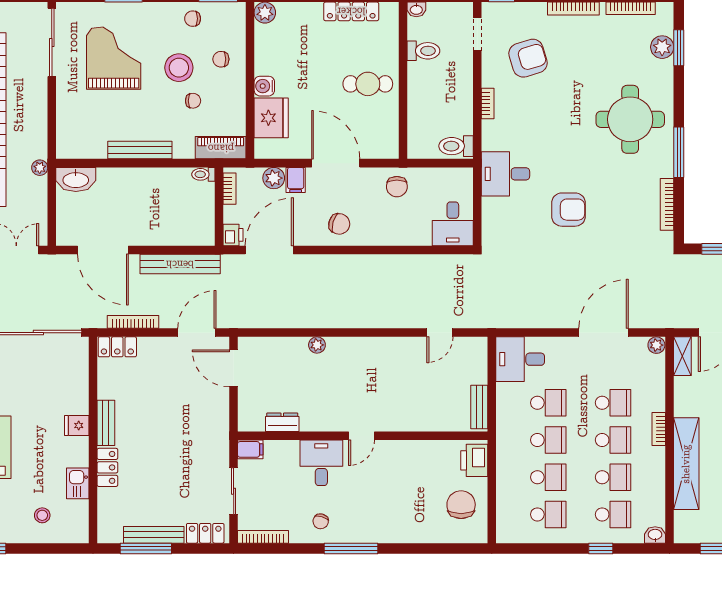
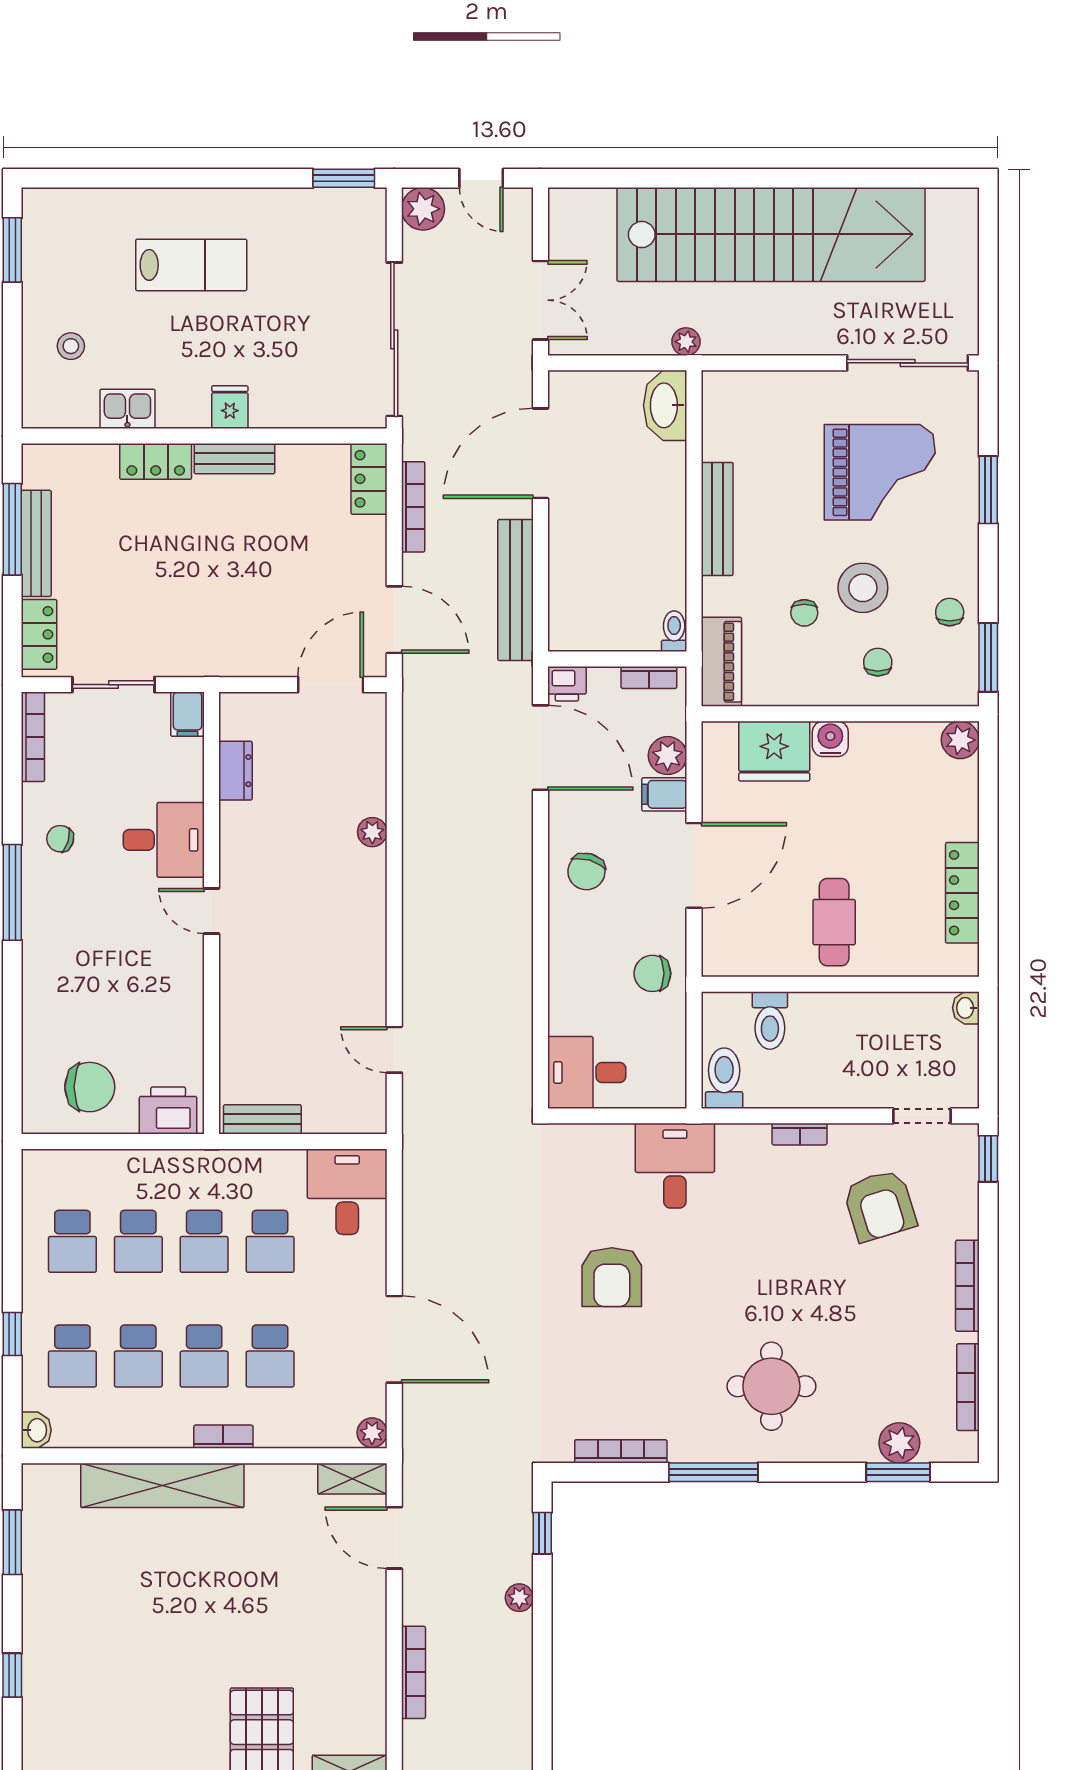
toilet: (423, 51) -> (770, 1020), moved
round table: (630, 119) -> (771, 1386), width x0.73, depth x0.73

